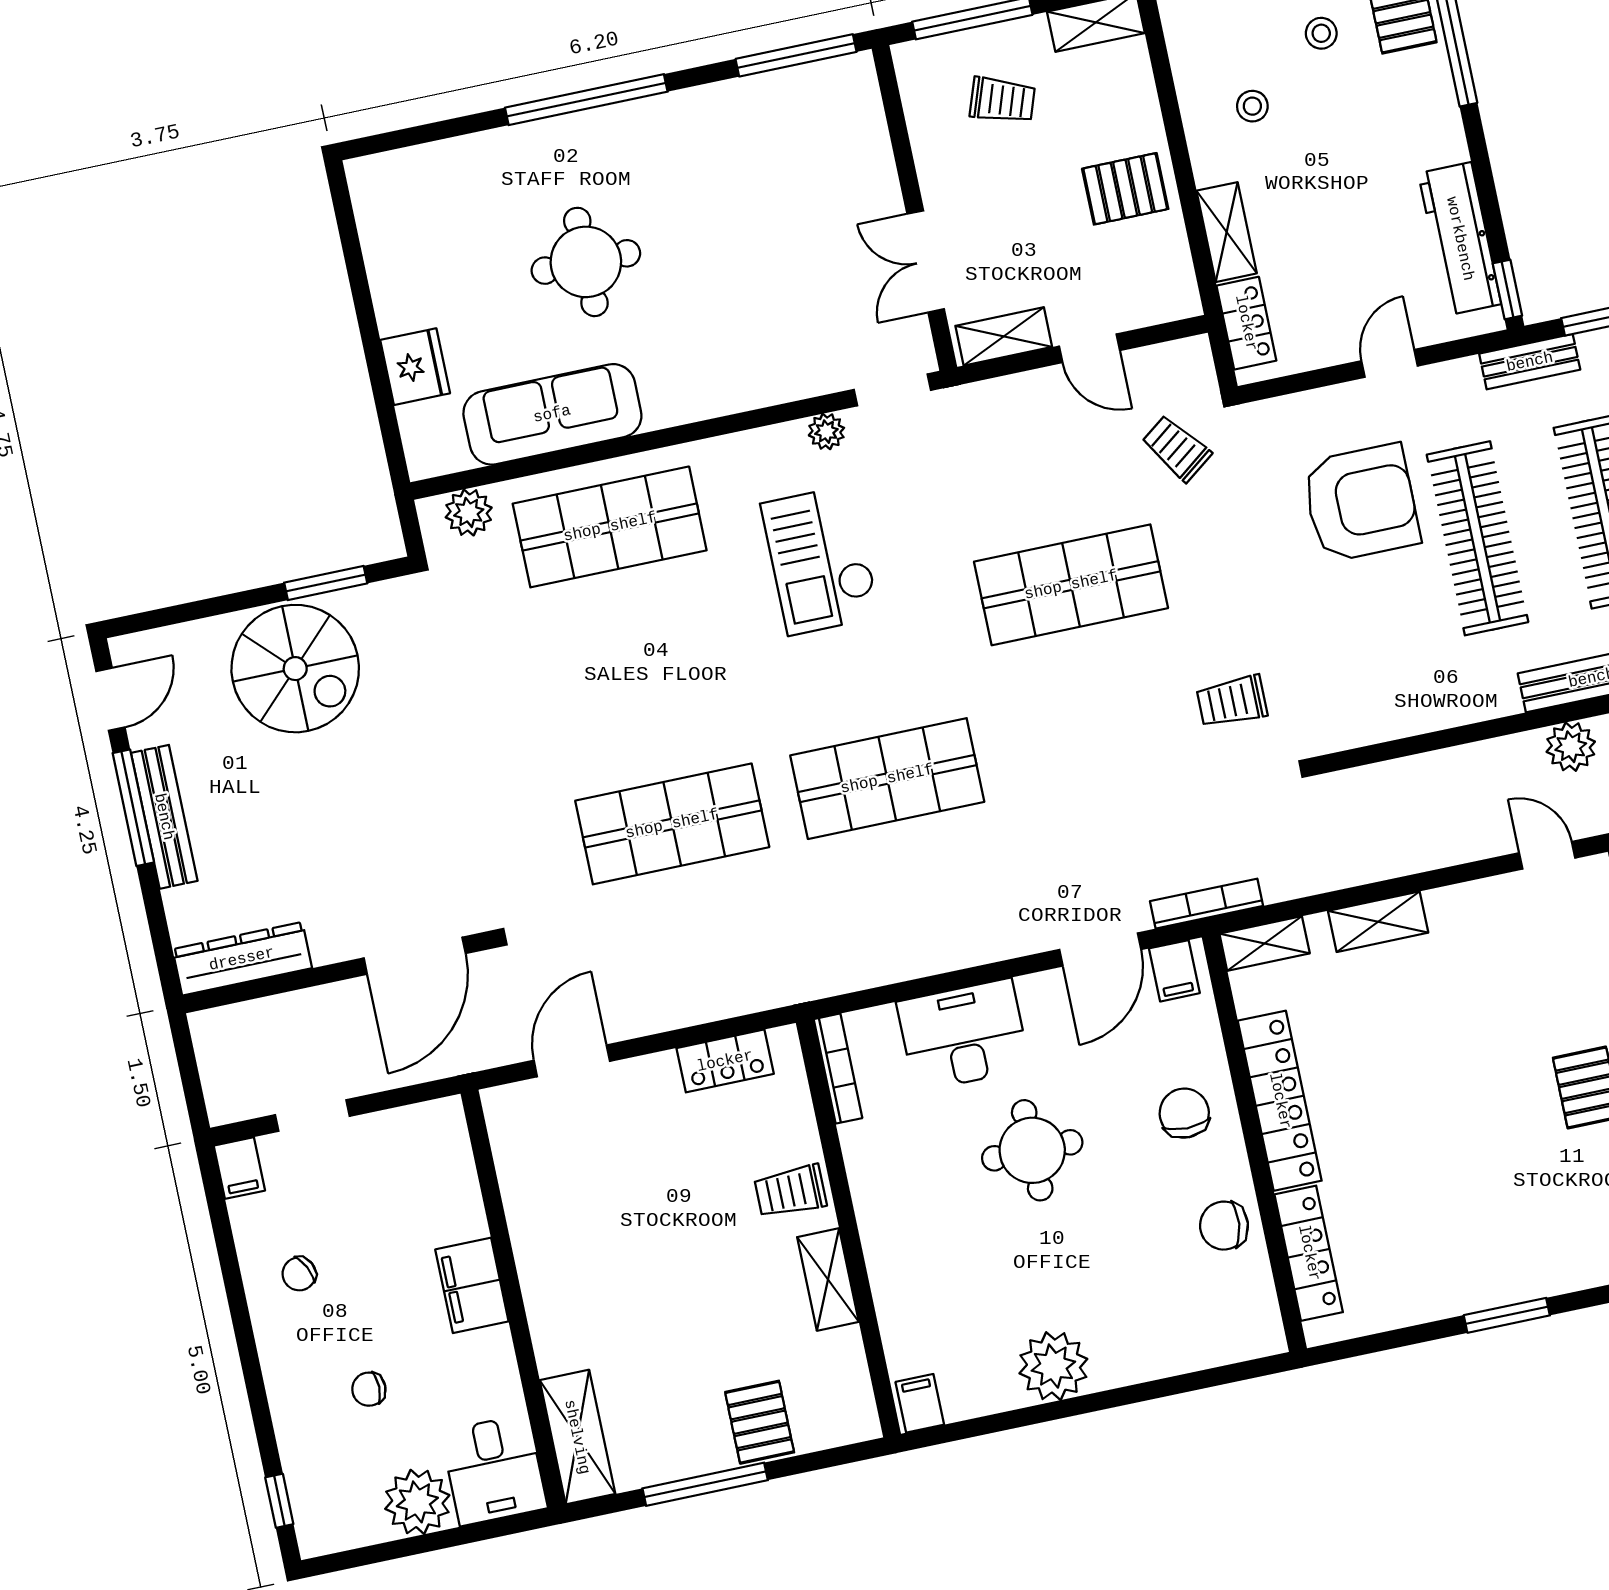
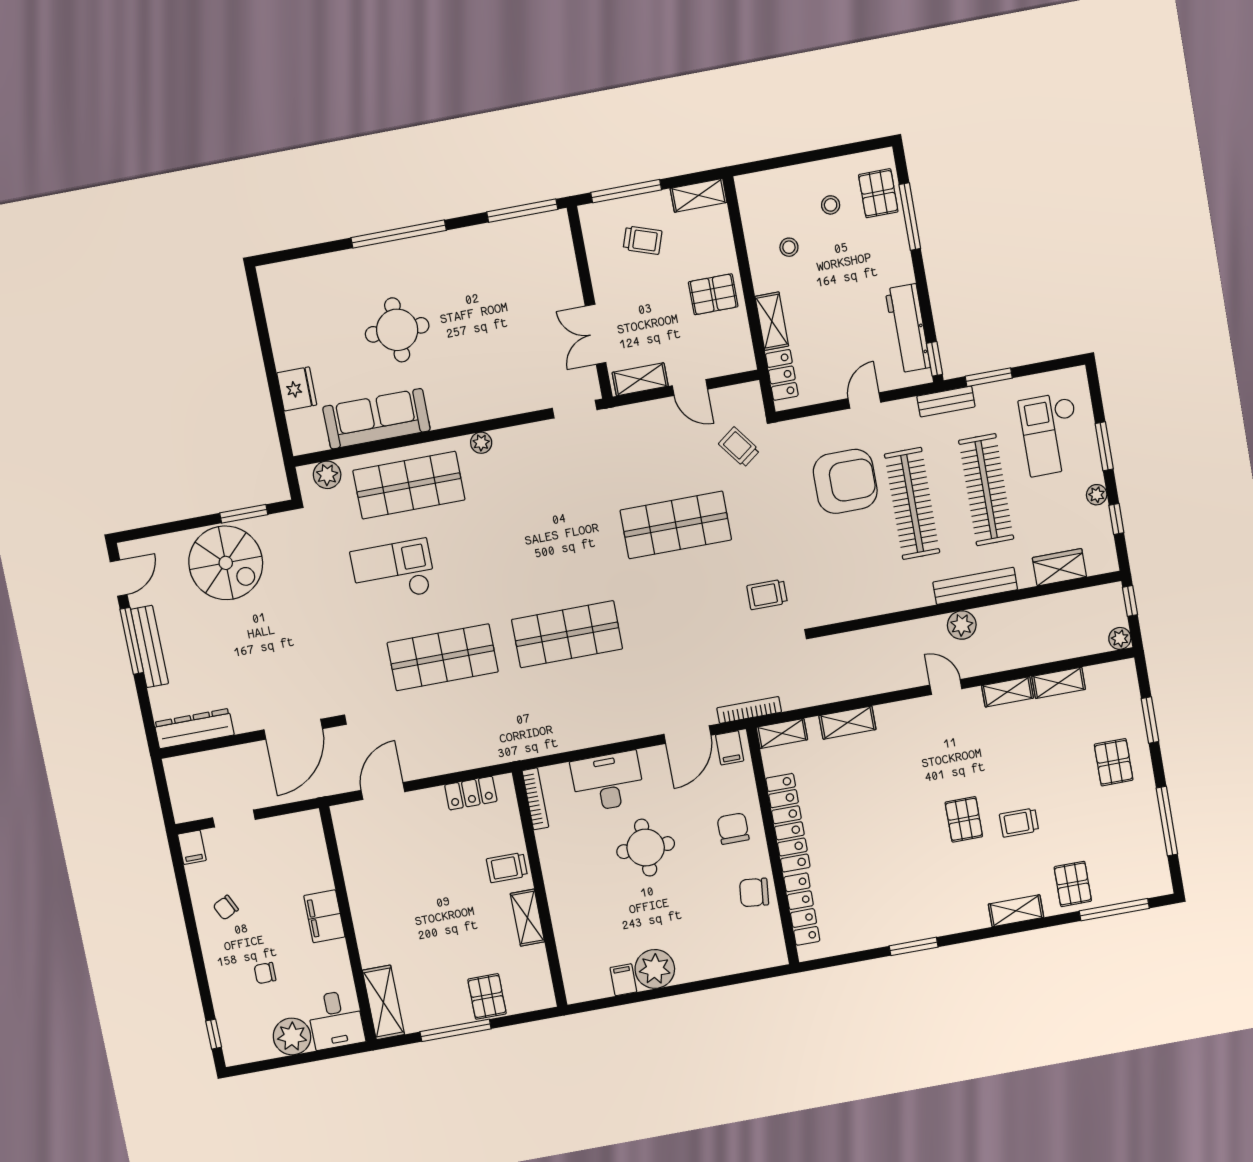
plant: (826, 432) -> (481, 443), moved
checkout: (820, 560) -> (393, 572), moved, turned 90
filing cabinet: (920, 1403) -> (623, 980), moved

